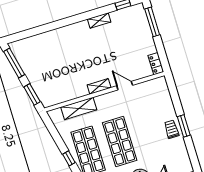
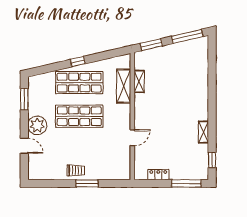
locker: (156, 64) -> (158, 175), moved
shelving: (99, 86) -> (139, 81), moved
window: (184, 126) -> (87, 183), moved

